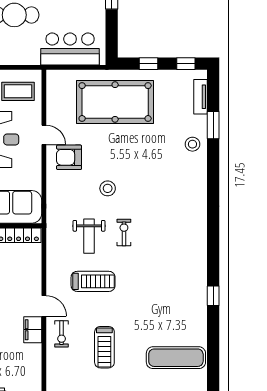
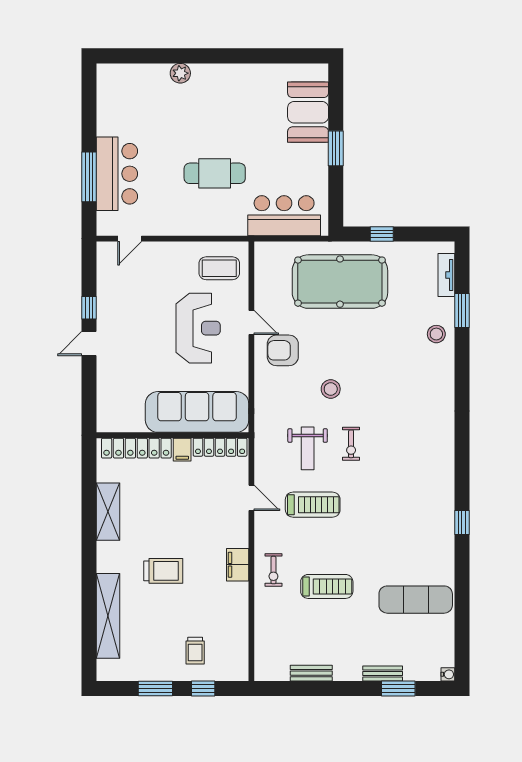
window: (186, 64) -> (428, 234), removed
exercise bike: (124, 232) -> (351, 444), turned 180
door: (44, 306) -> (251, 498), moved
treadmill: (104, 347) -> (327, 586), turned -90

